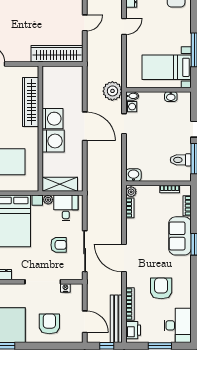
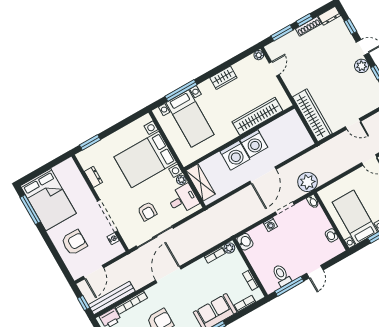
washing machine: (131, 107) -> (270, 225), moved

